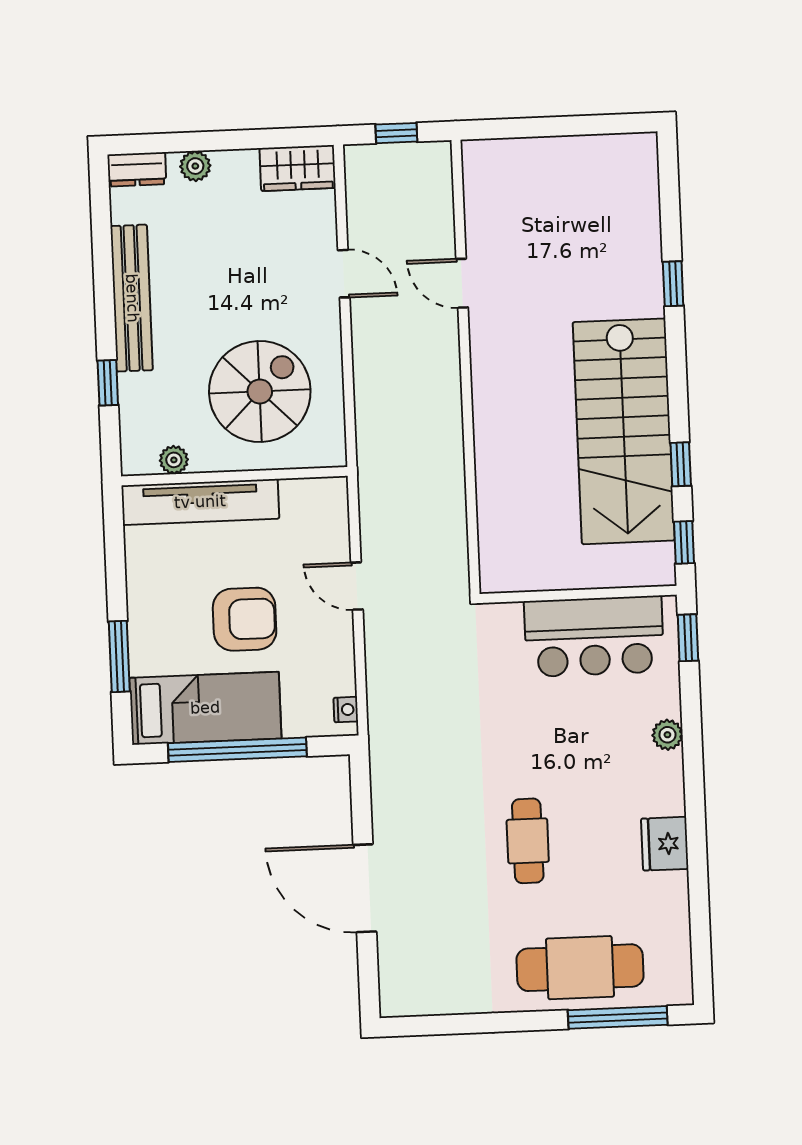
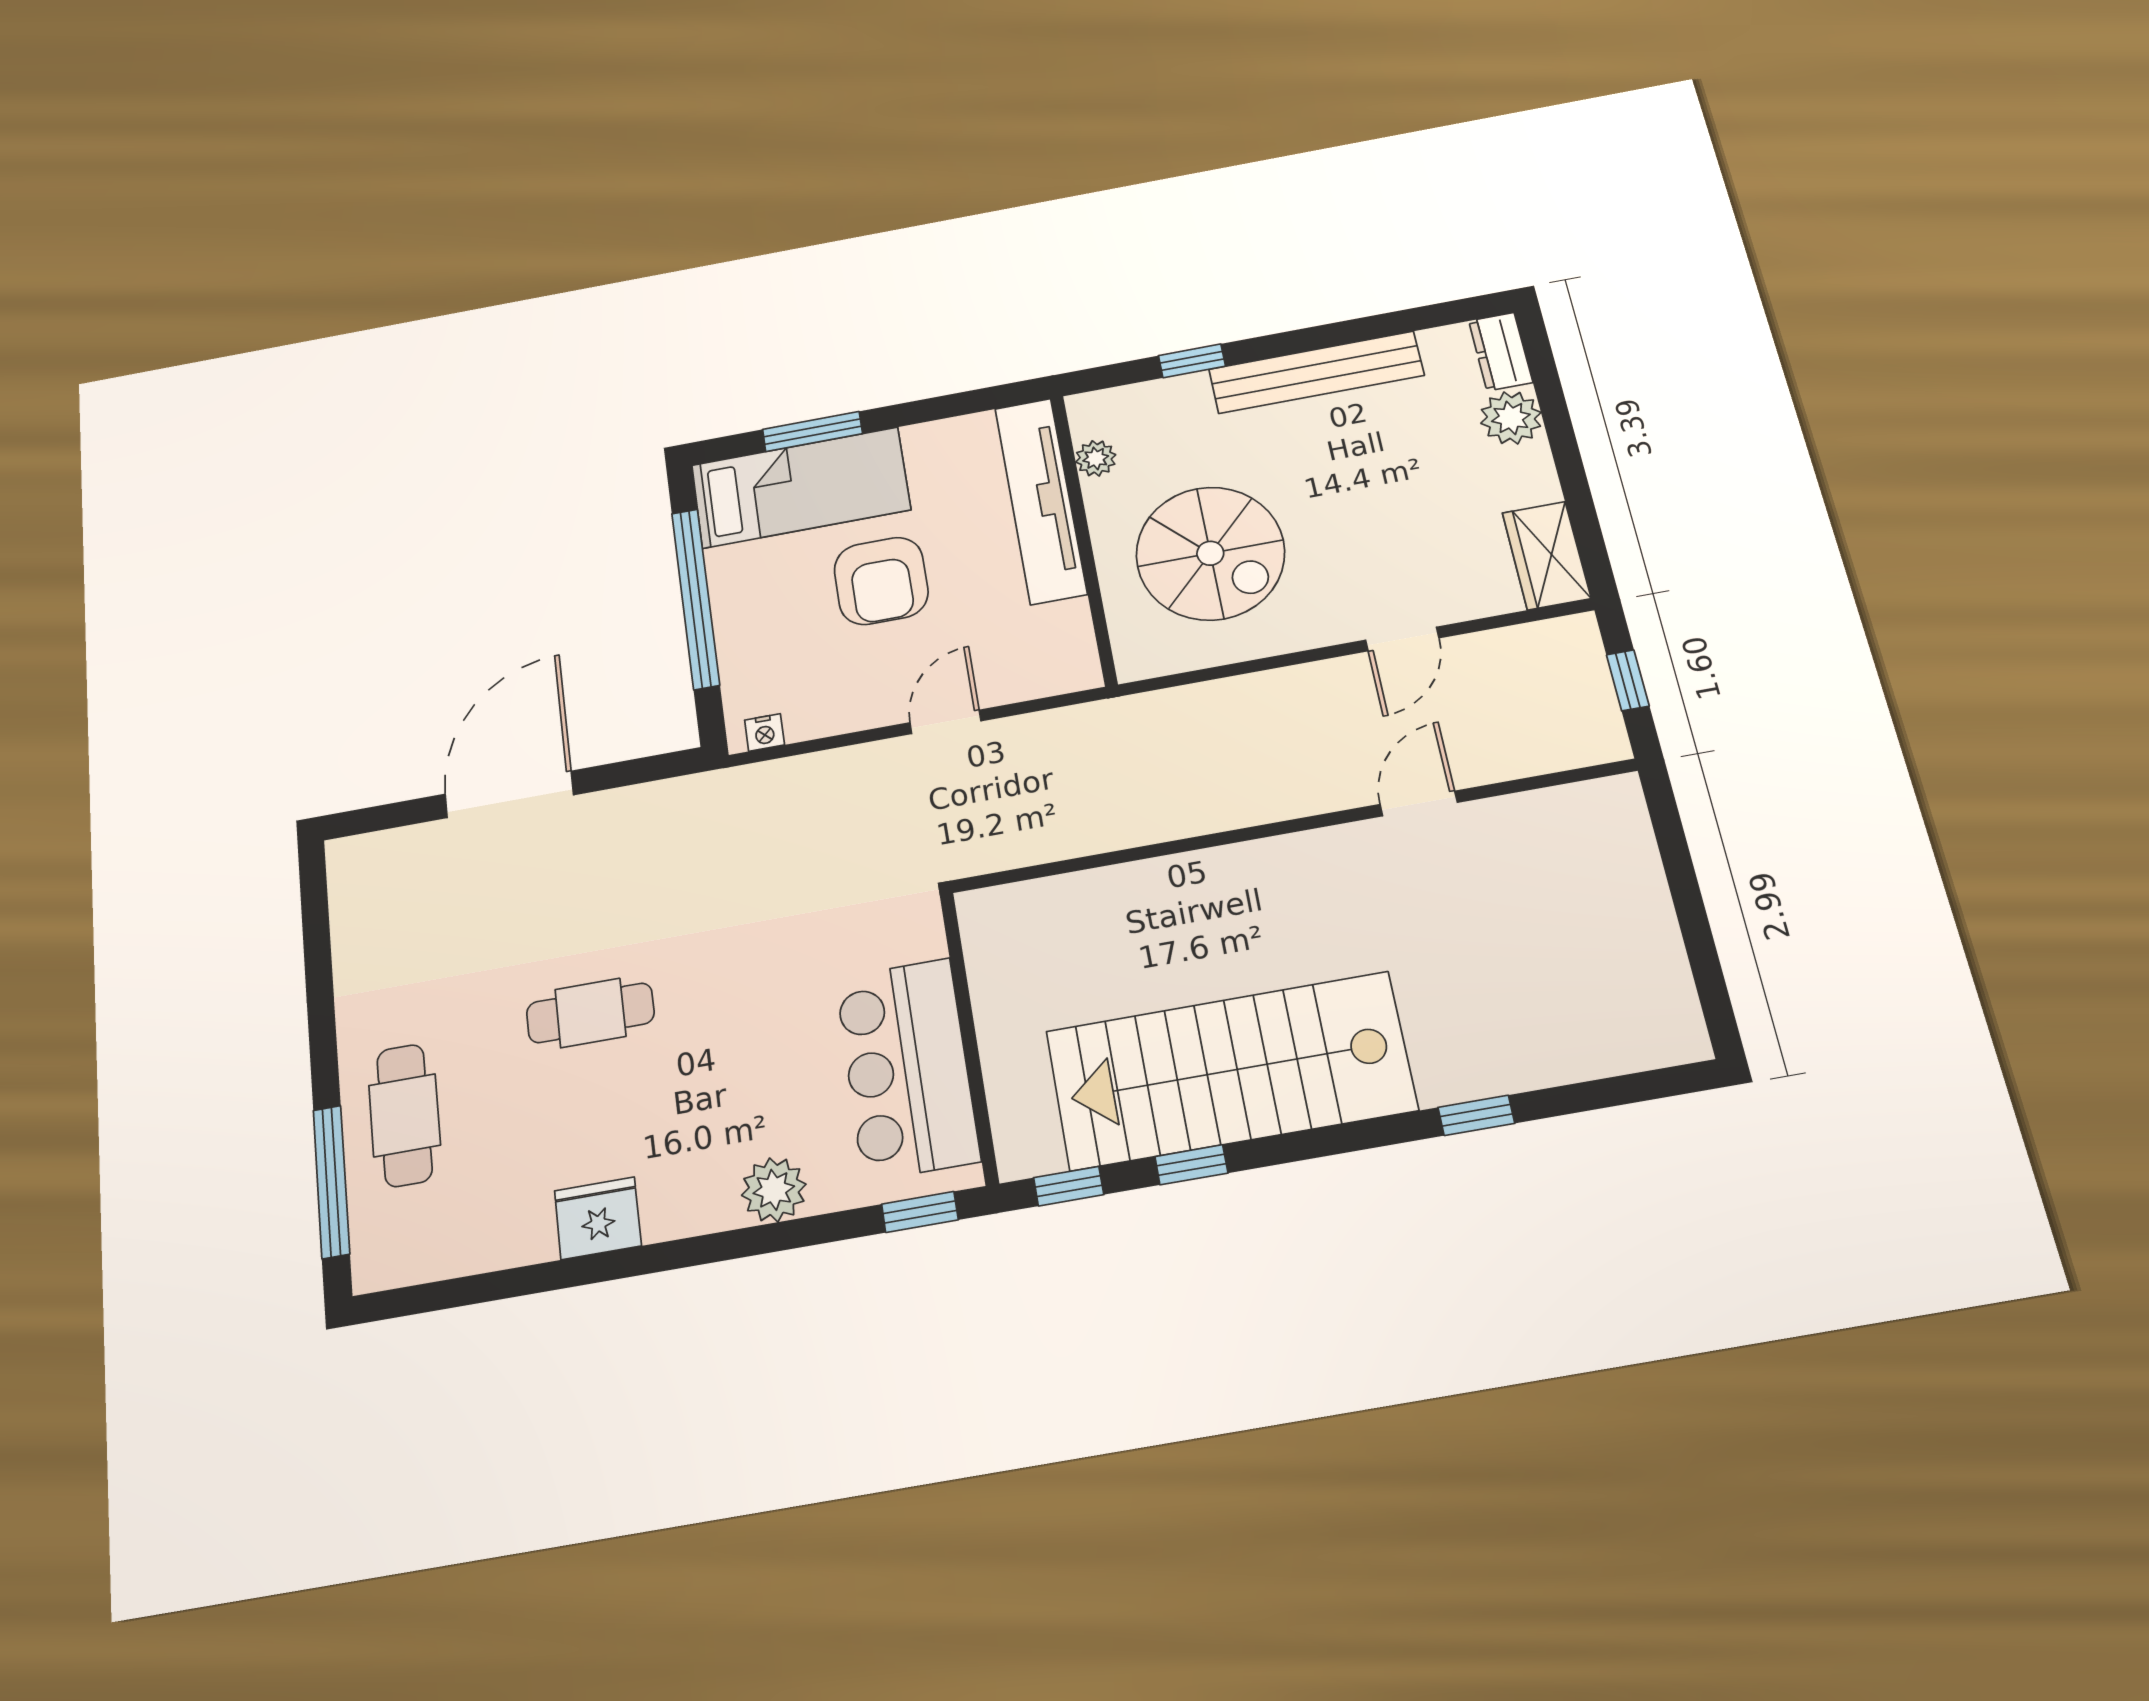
plant: (195, 166) -> (1511, 418), width x1.38, depth x1.38
bed: (205, 708) -> (801, 488), moved, turned -90
plant: (667, 735) -> (774, 1190), width x1.38, depth x1.38
cafe table: (580, 968) -> (405, 1115), width x0.73, depth x0.74

